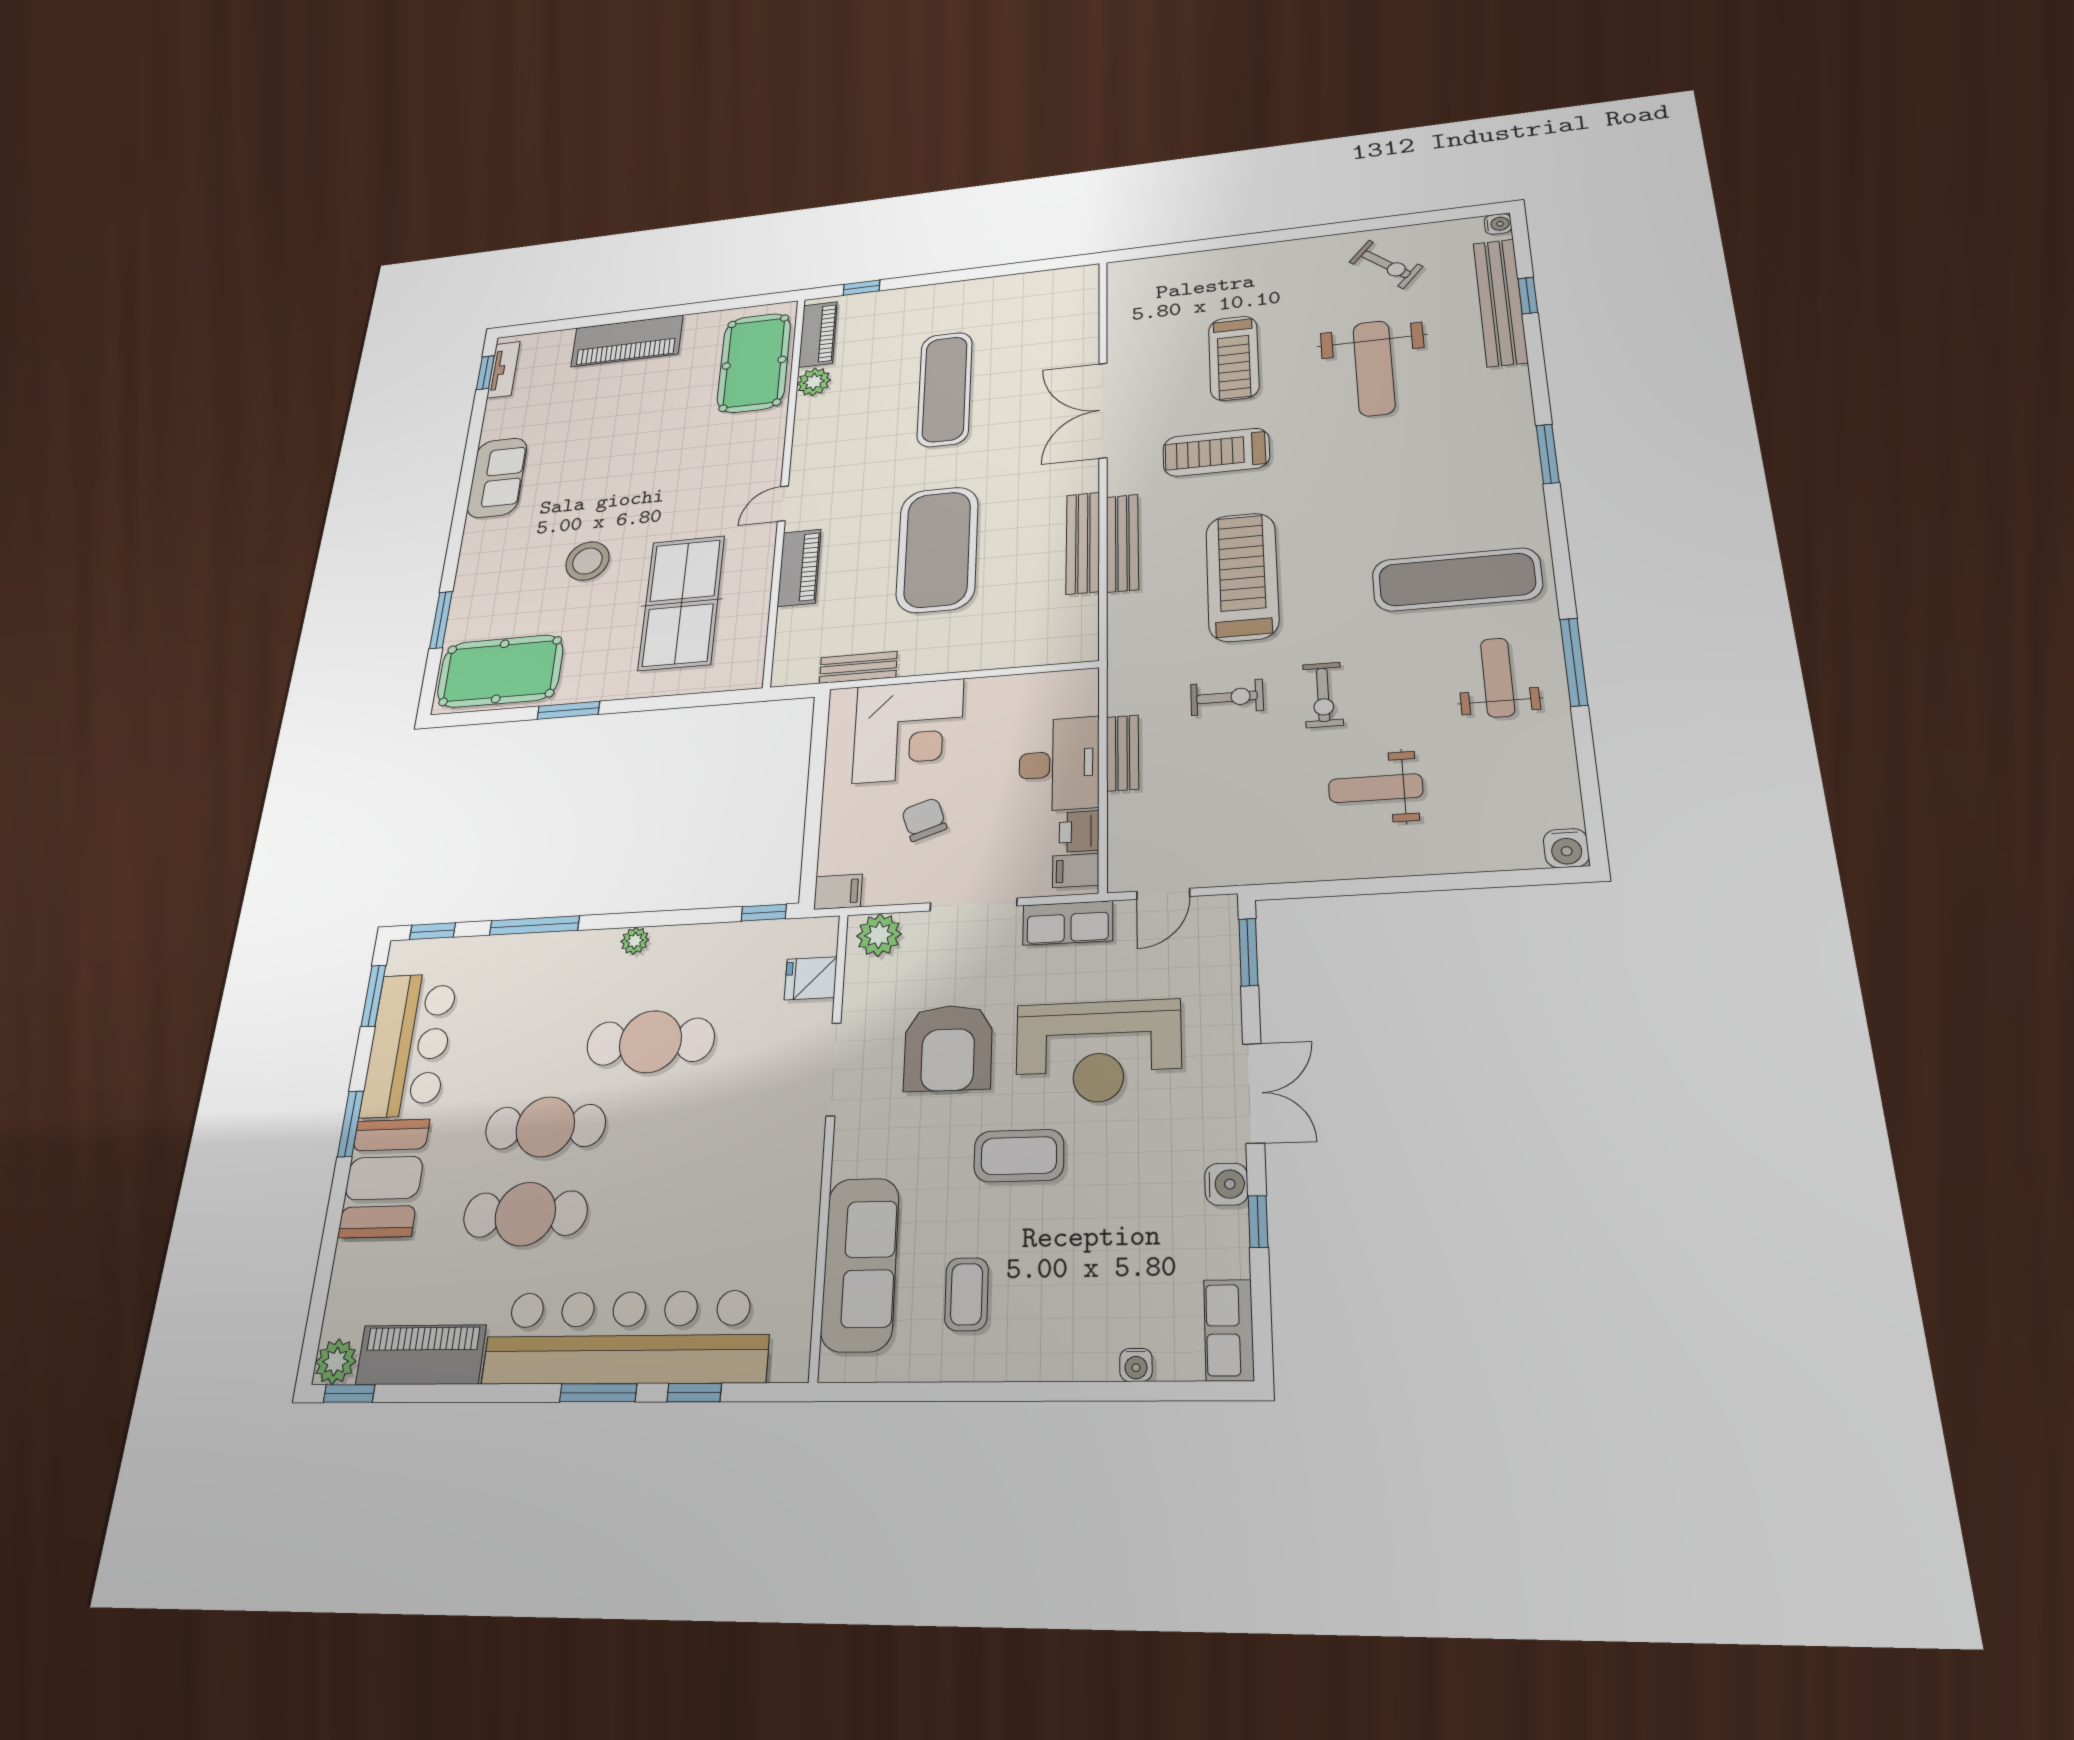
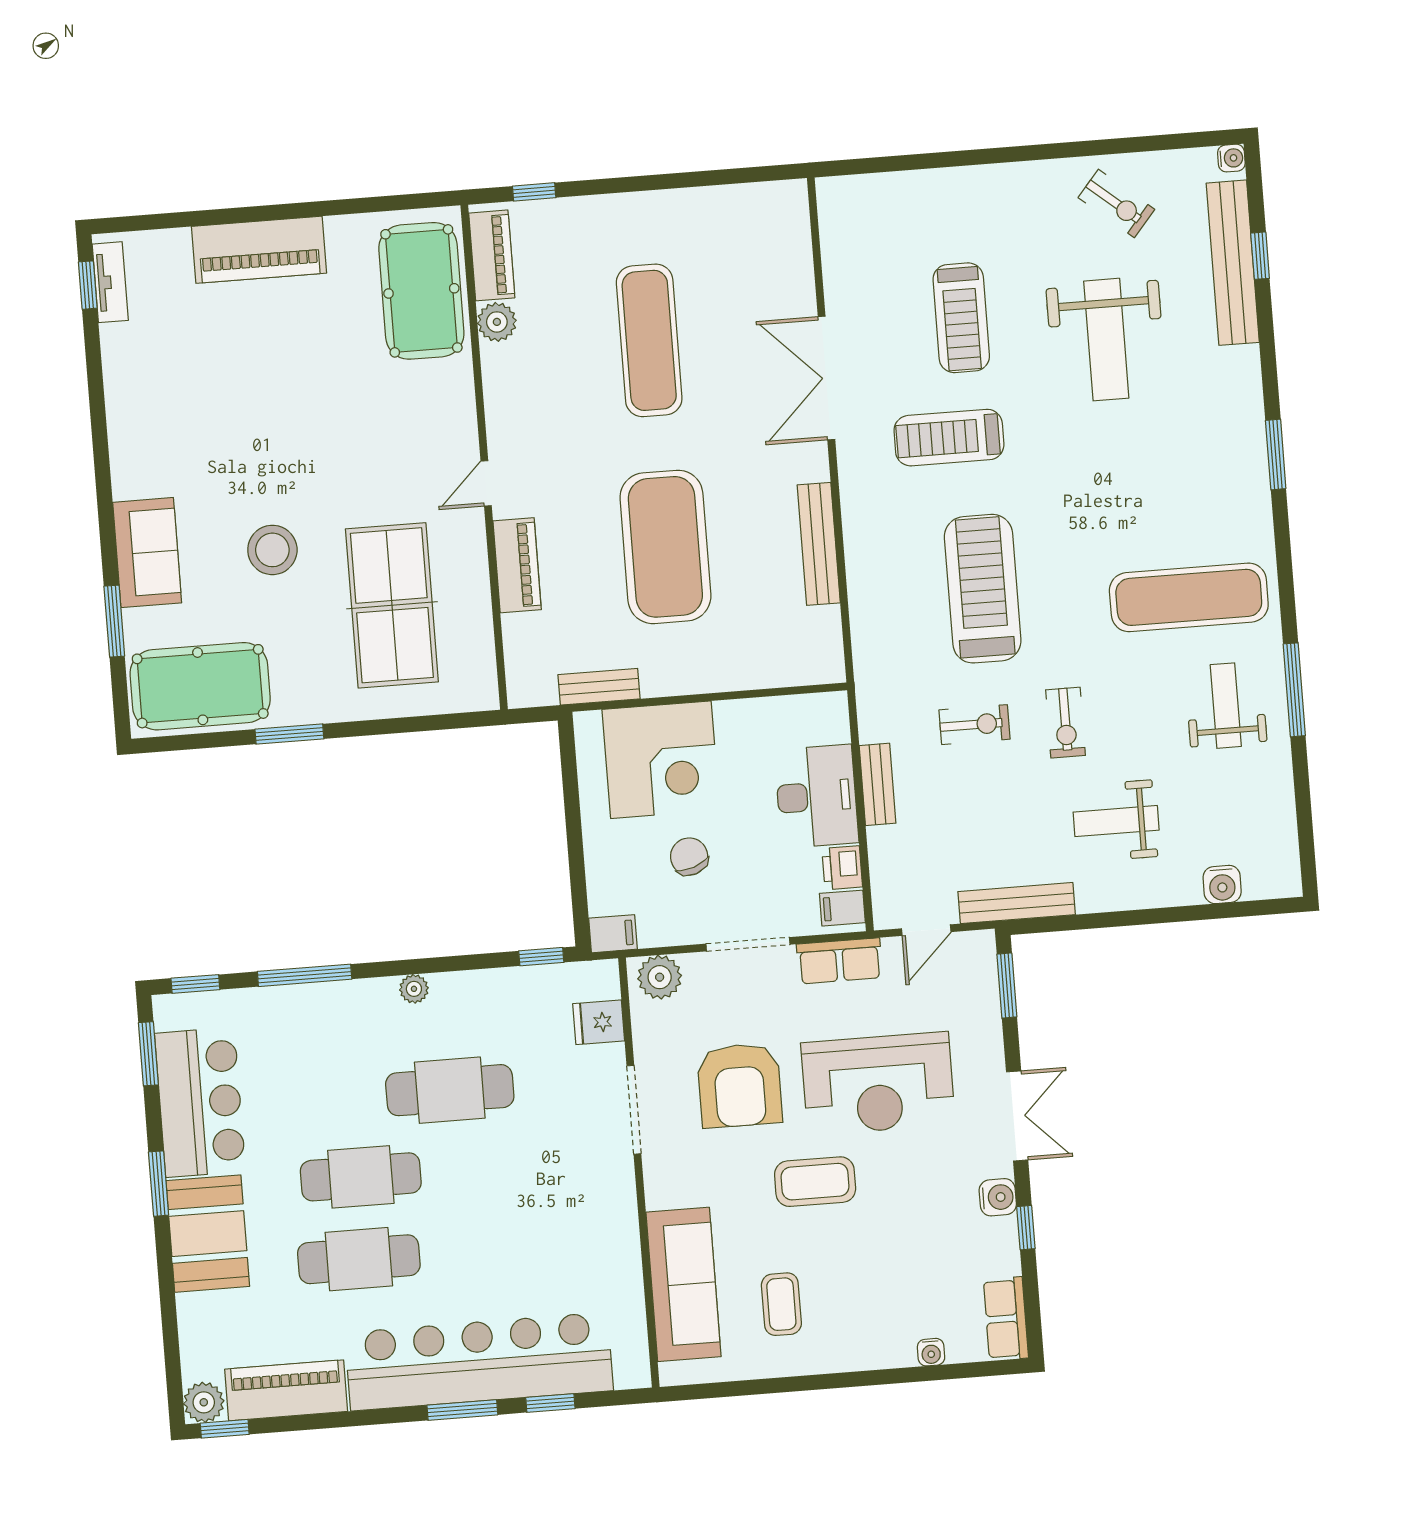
sofa: (497, 478) -> (147, 553), moved
bench: (1122, 543) -> (1017, 903), moved, turned 90
water cooler: (1566, 848) -> (1222, 884), moved

